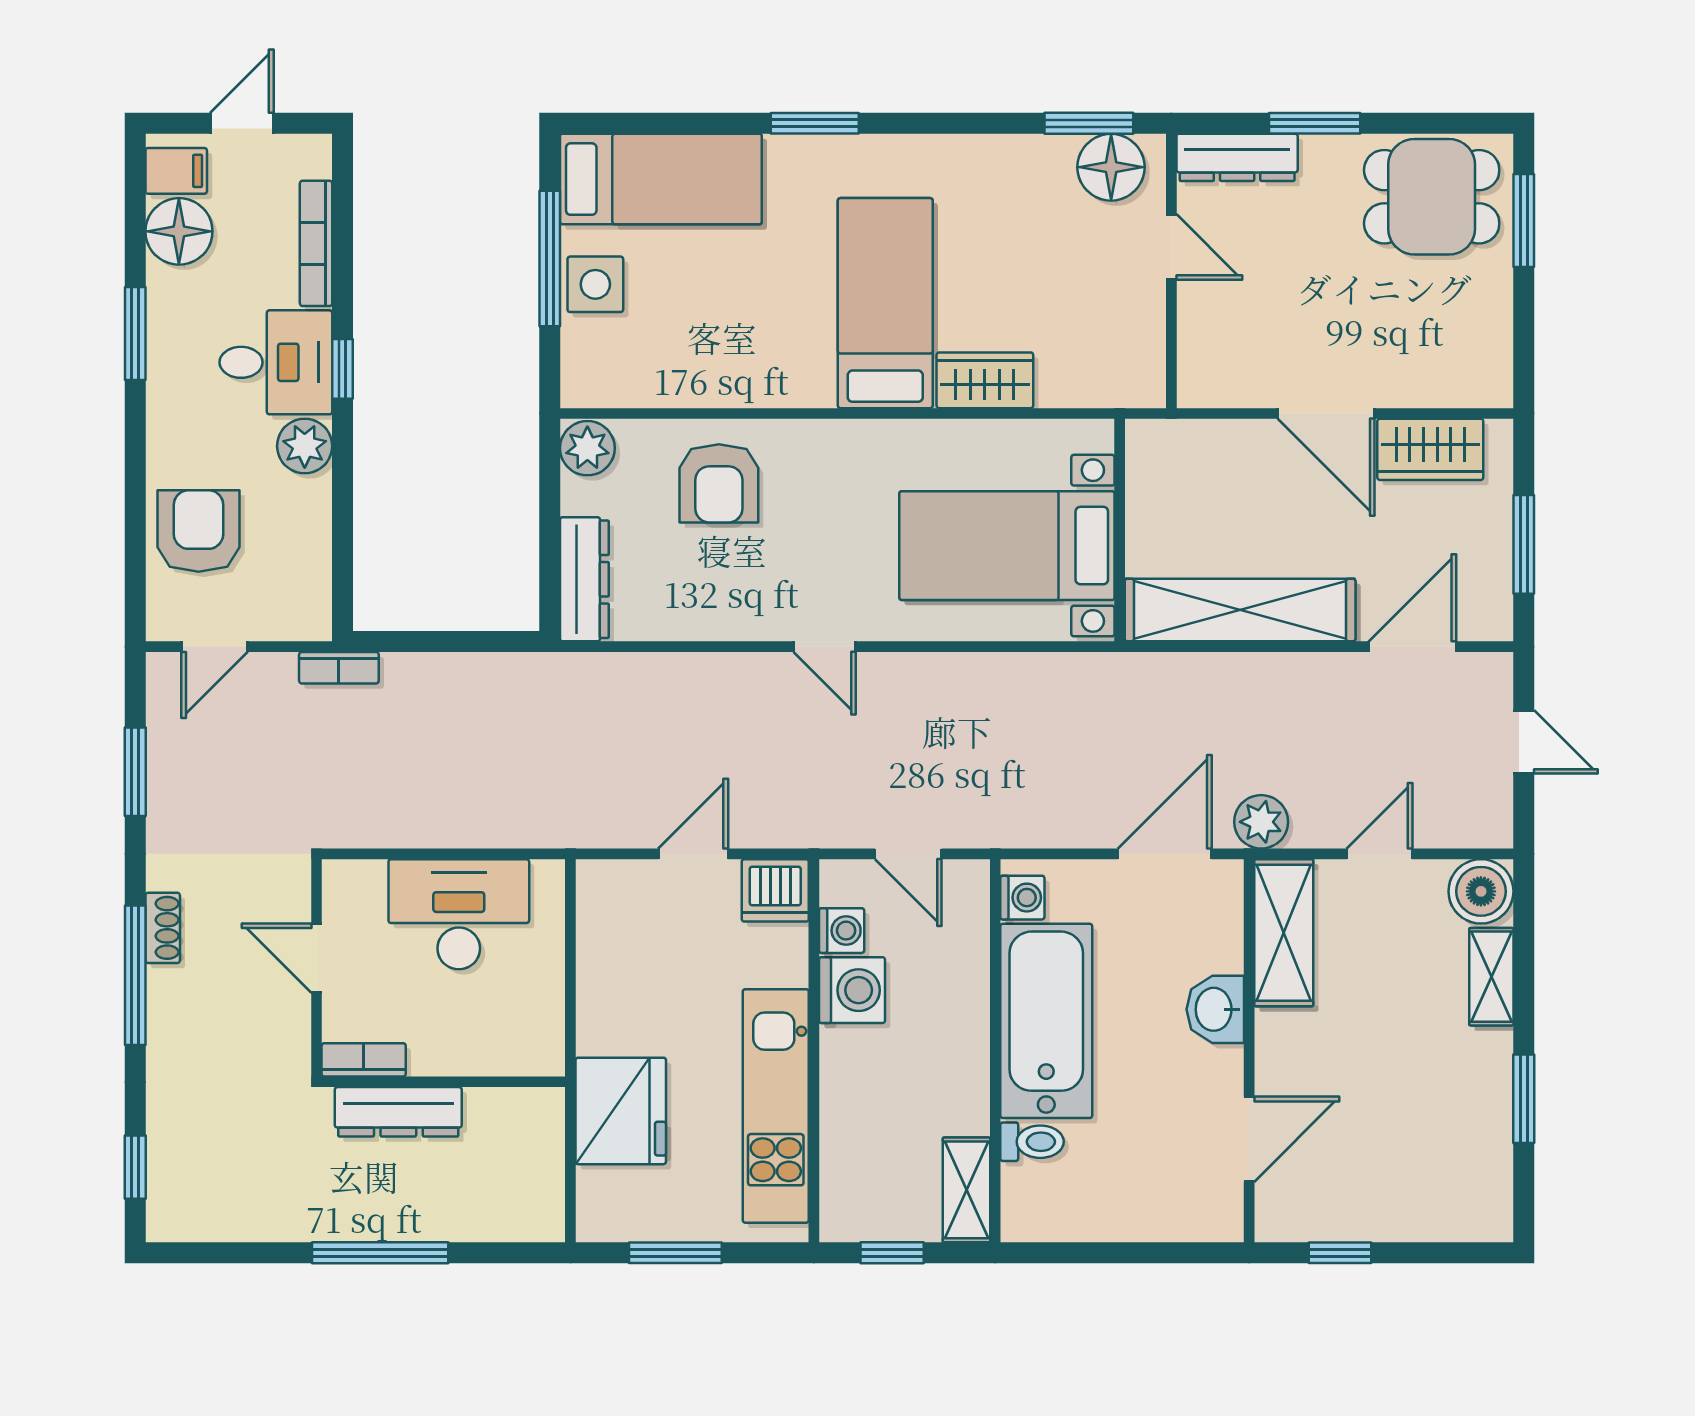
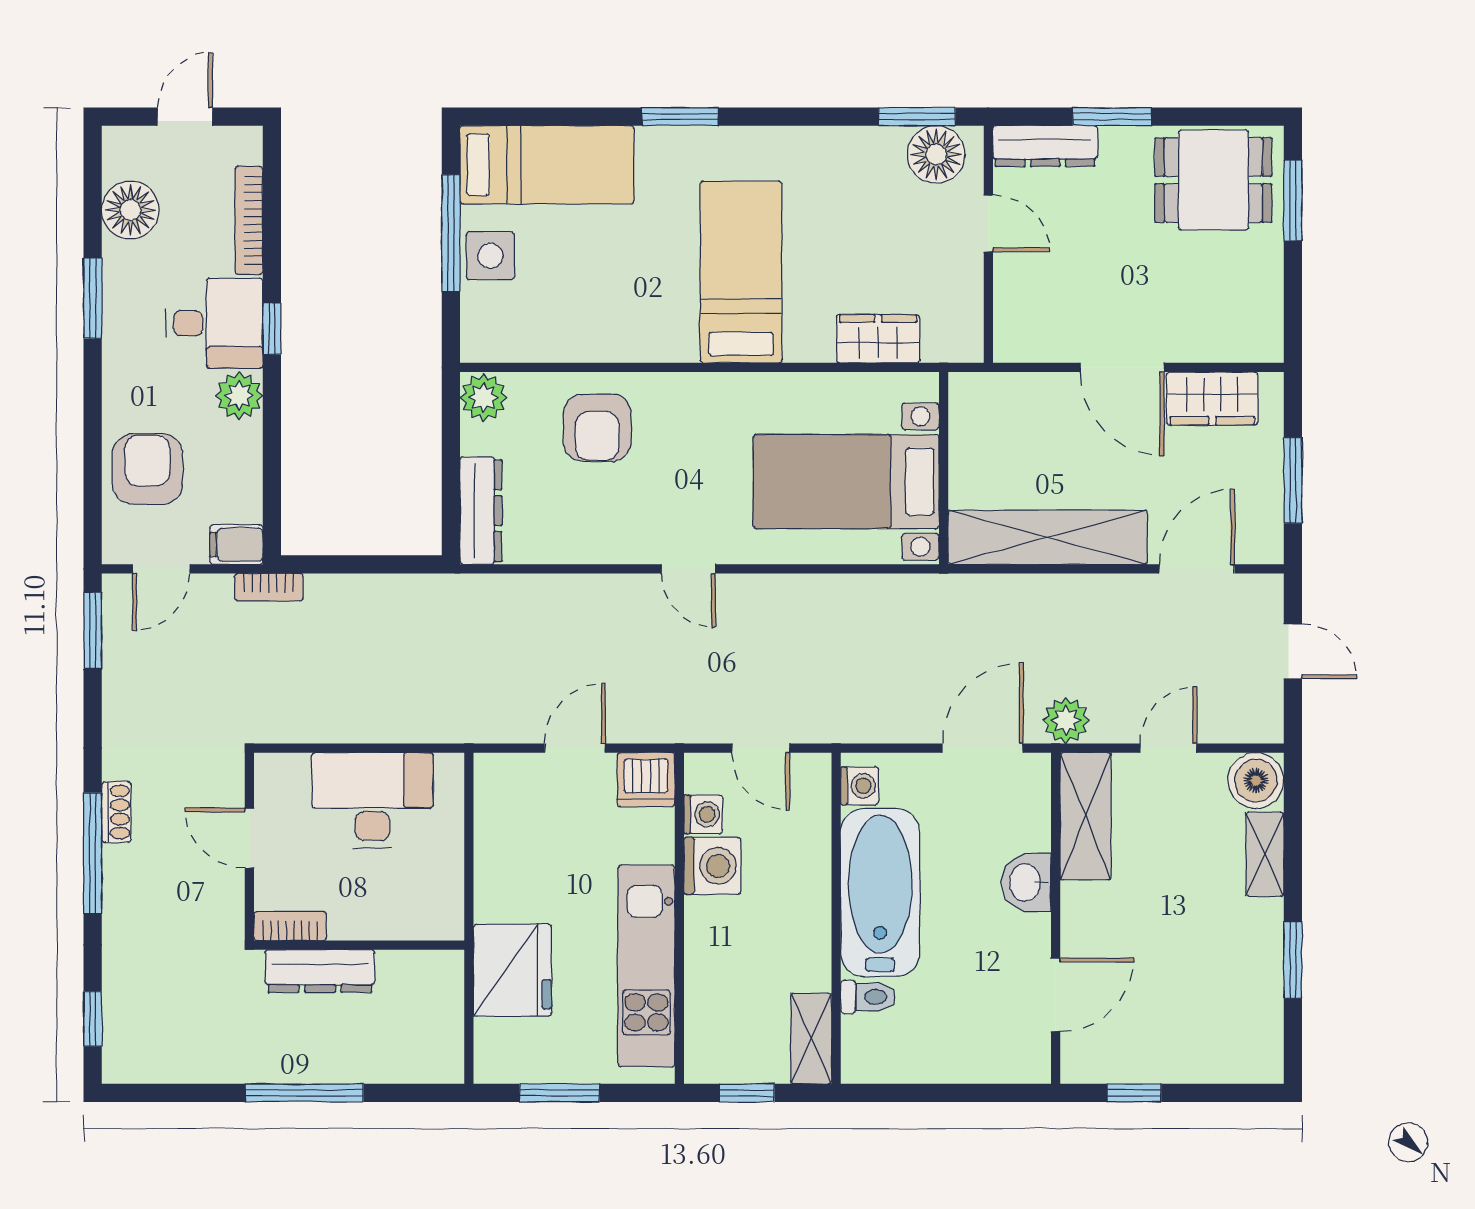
filing cabinet: (176, 171) -> (236, 545), moved, turned 180
wardrobe: (985, 380) -> (878, 339), moved
window: (135, 772) -> (93, 631), moved

